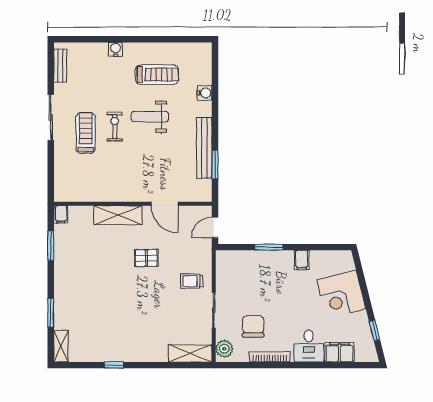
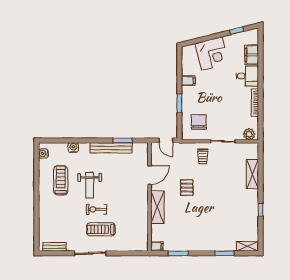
water cooler: (115, 49) -> (43, 153), moved
chair: (253, 326) -> (199, 122), moved, turned 90
shelving: (190, 353) -> (252, 174), moved

